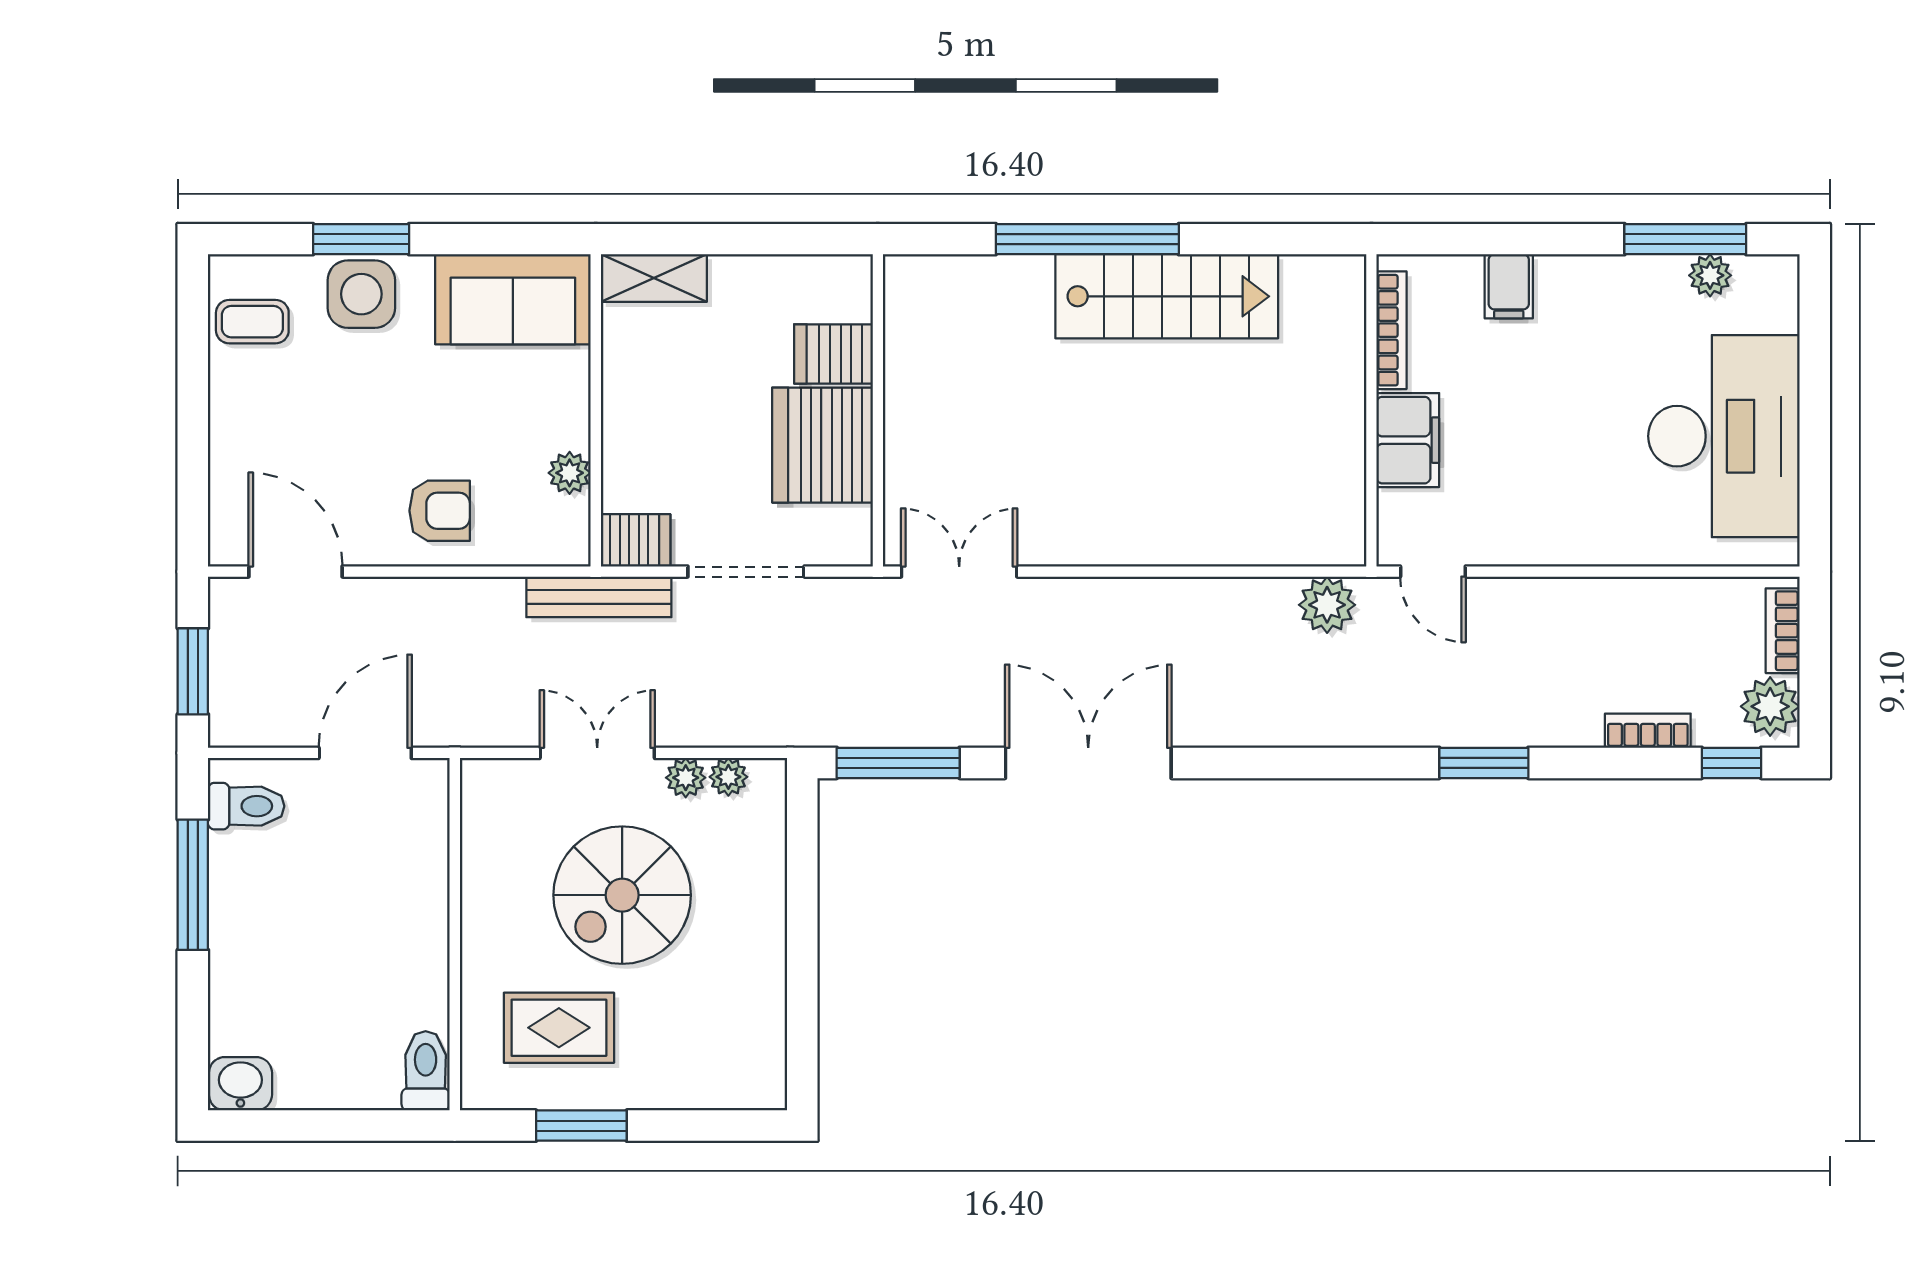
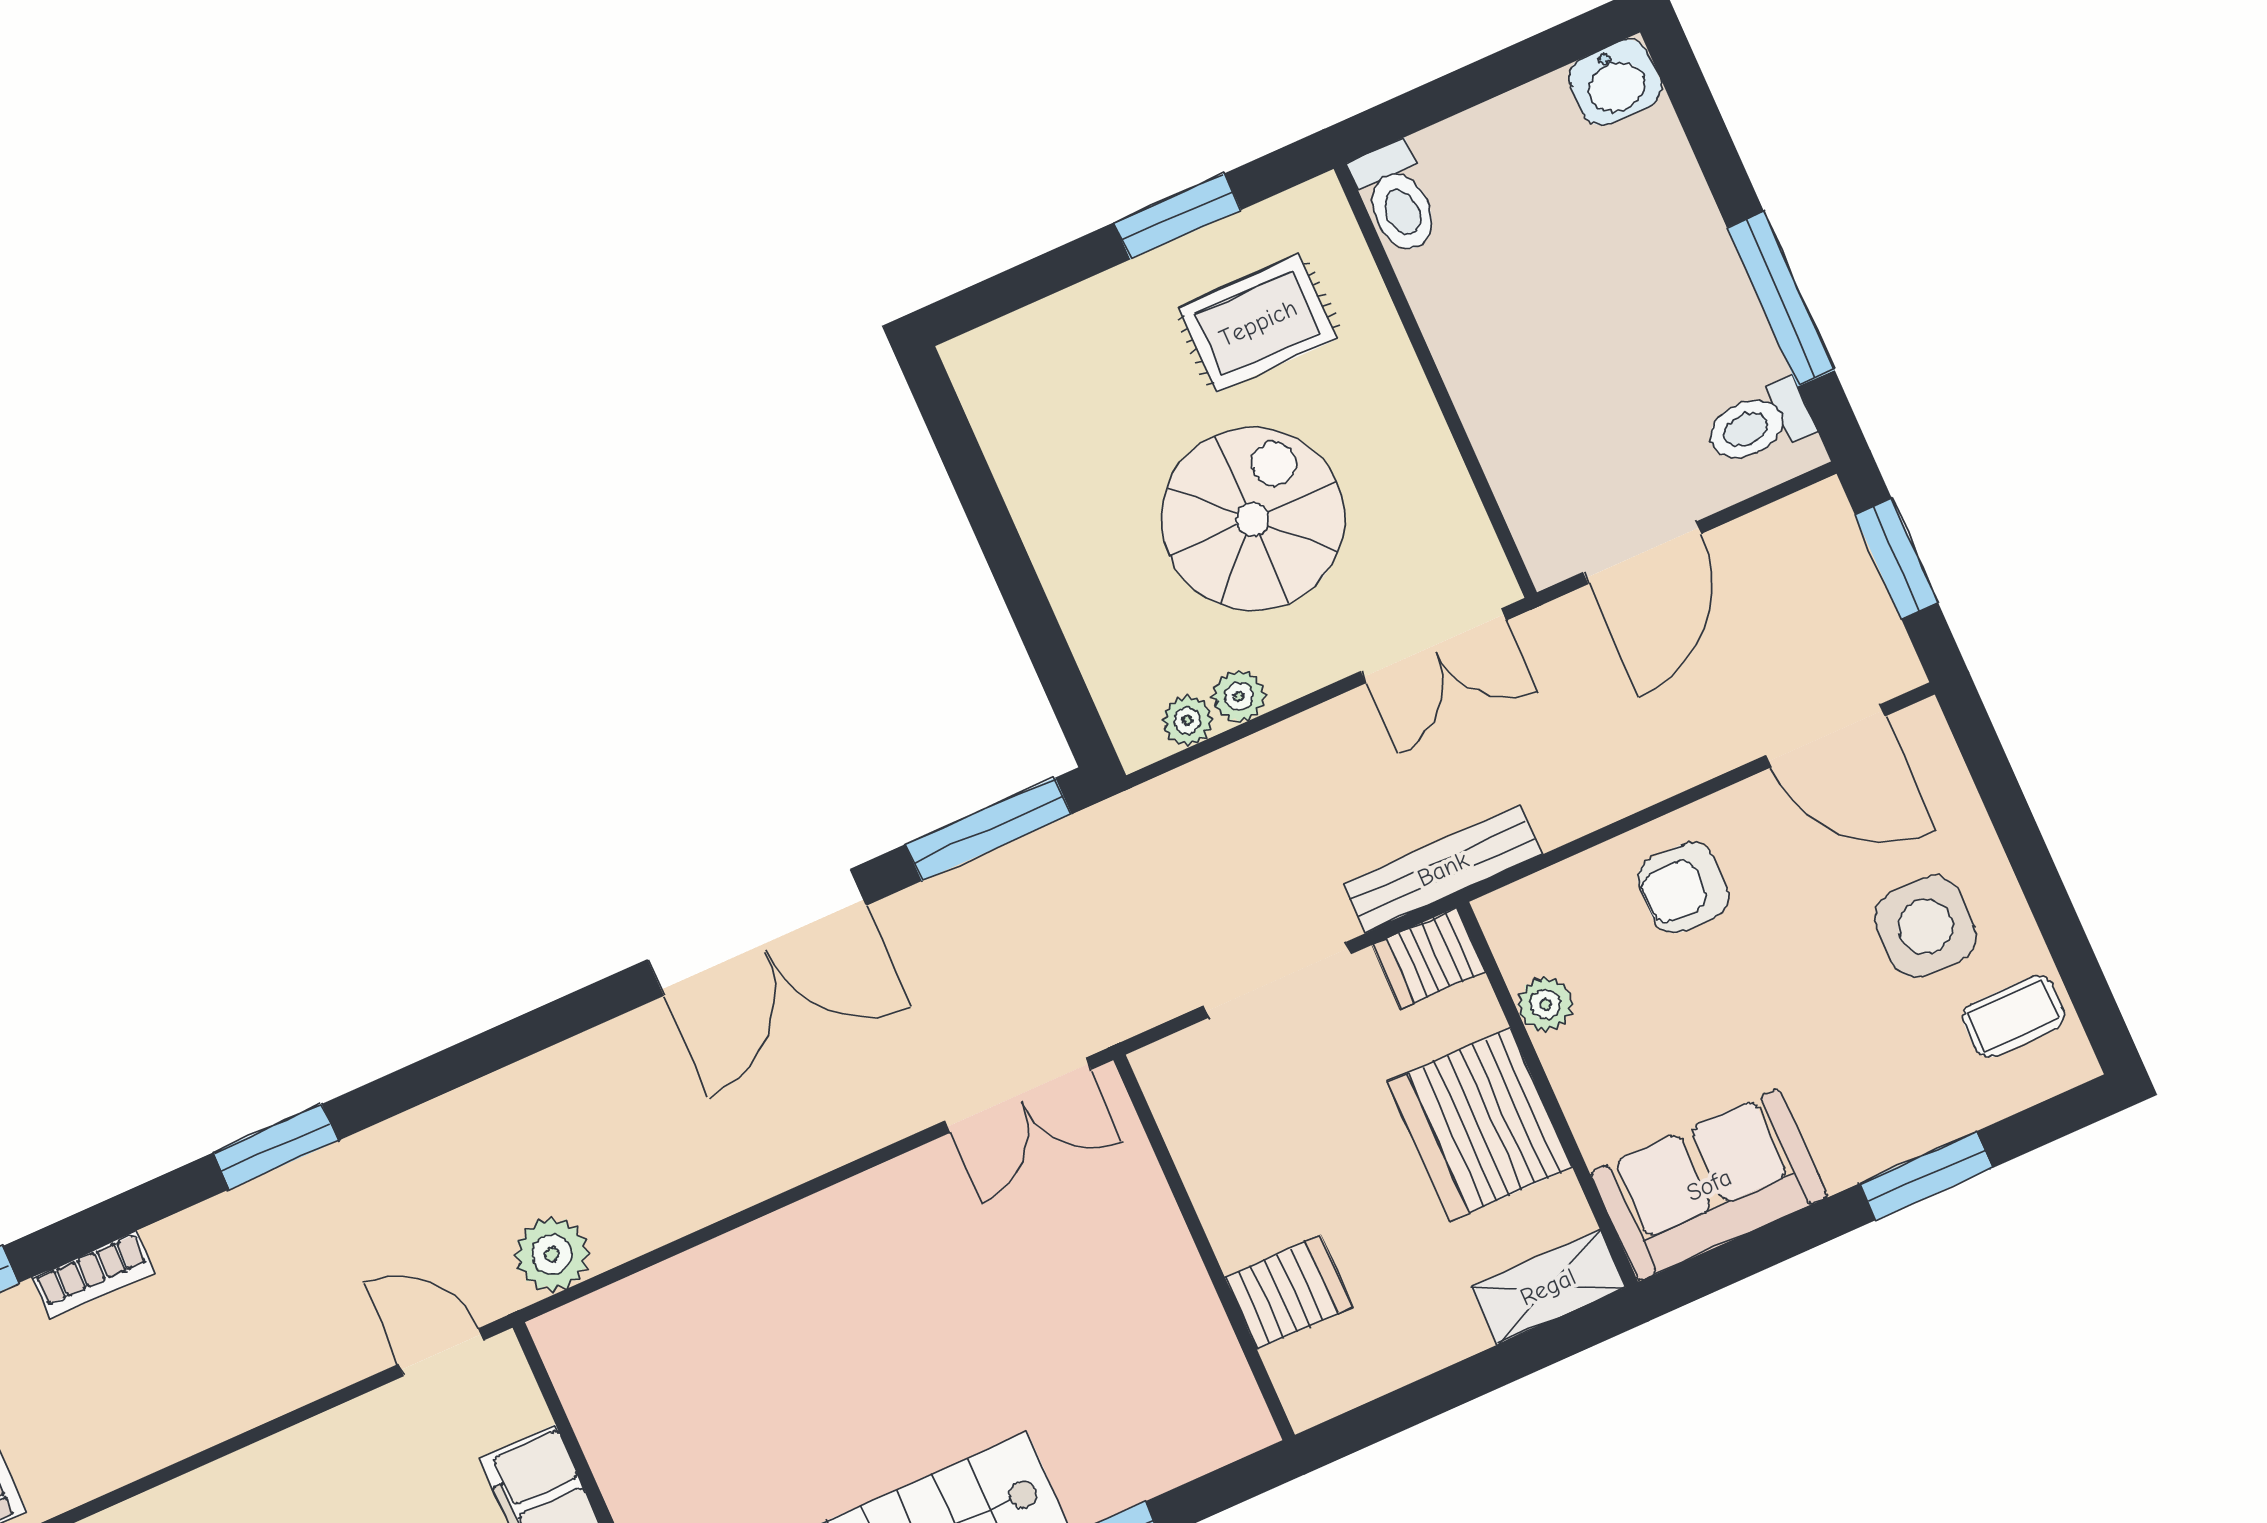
side table: (361, 294) -> (1925, 927), moved
server rack: (822, 445) -> (1480, 1125), moved, turned 180
double door: (597, 753) -> (1434, 646), moved

